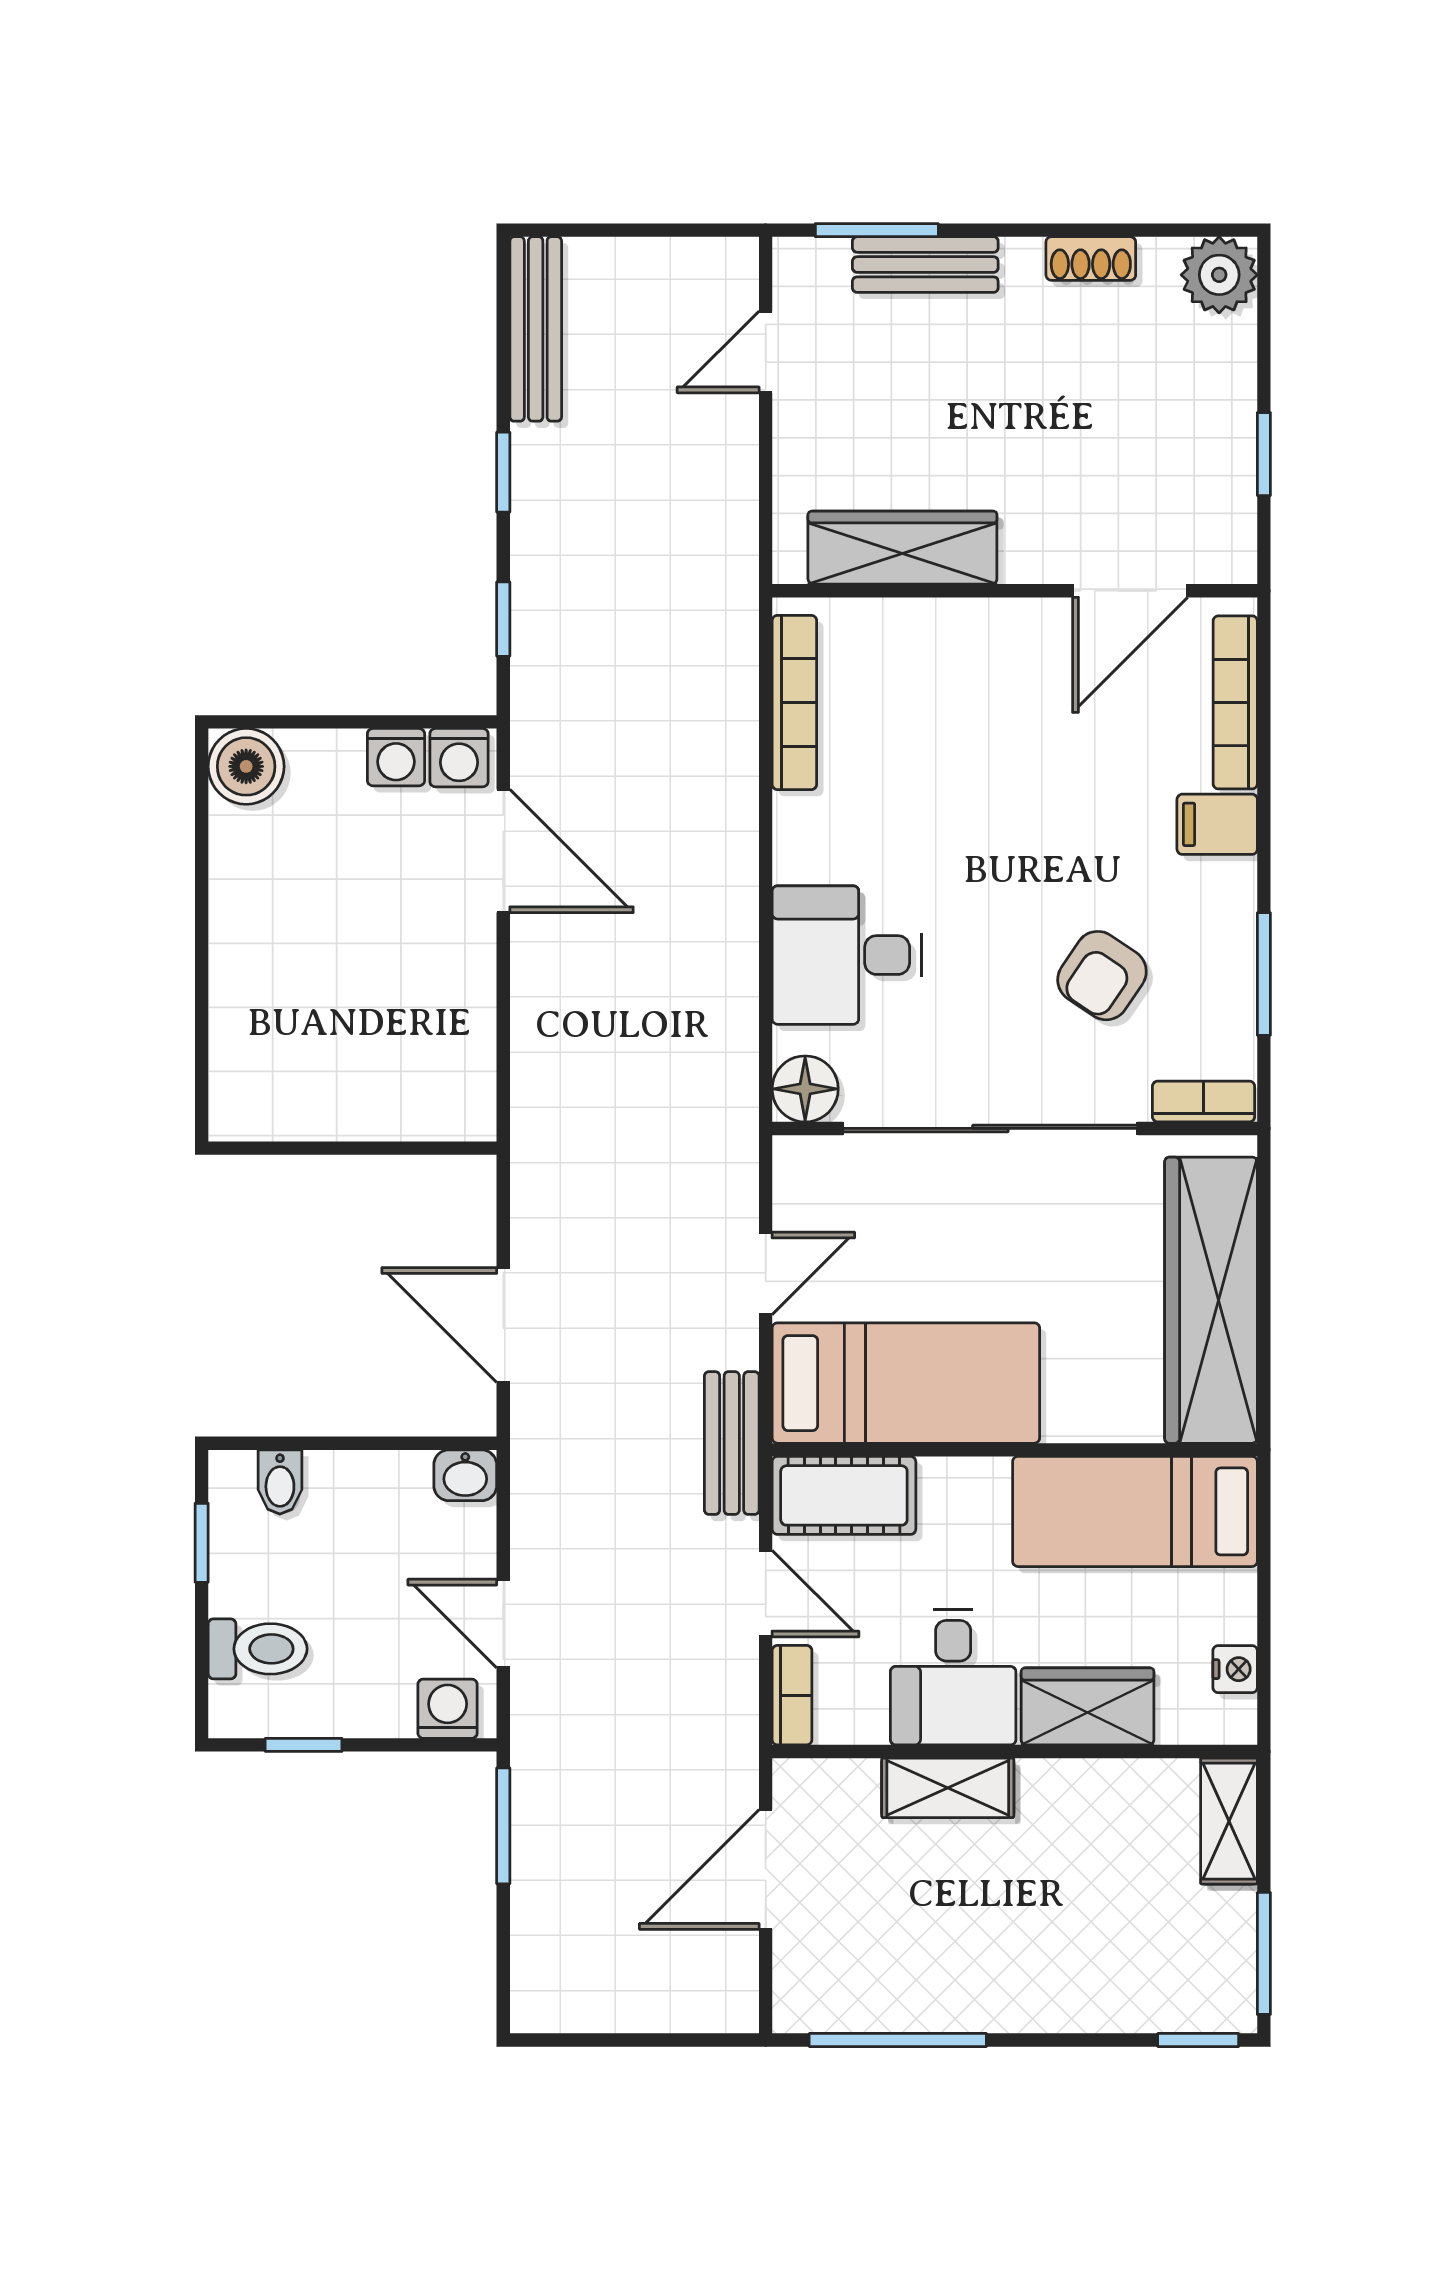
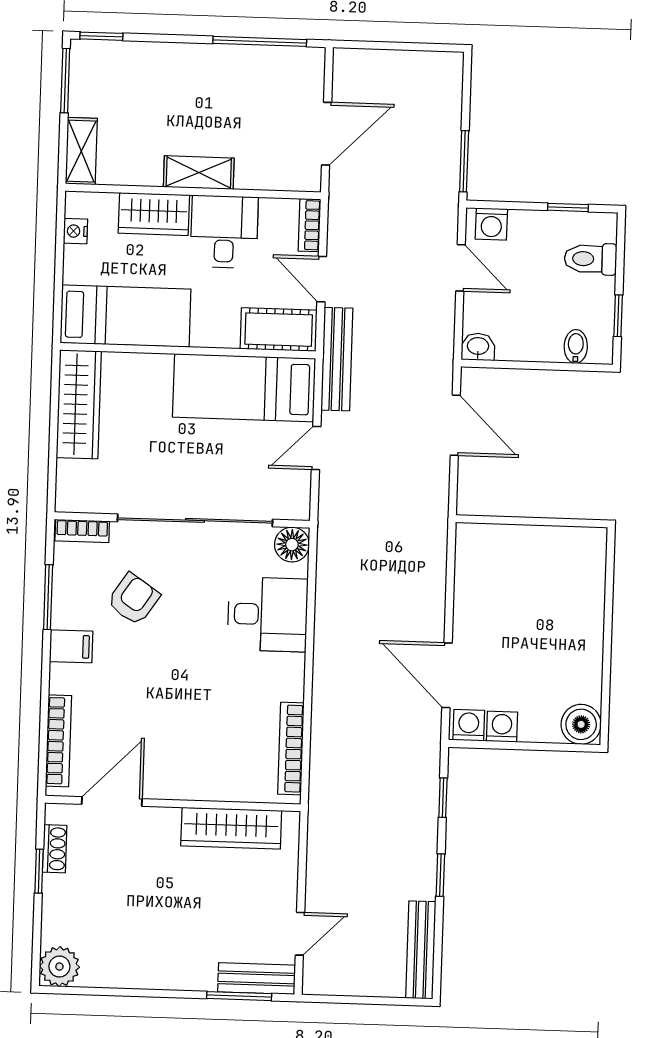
shoe rack: (1091, 258) -> (55, 849), moved, turned 90
bench: (925, 265) -> (257, 978), moved
filing cabinet: (1217, 824) -> (71, 646), moved
wardrobe: (1211, 1300) -> (79, 404), width x0.71, depth x0.85
bench: (732, 1443) -> (337, 359), width x1.36
shelving: (948, 1788) -> (199, 173), moved

